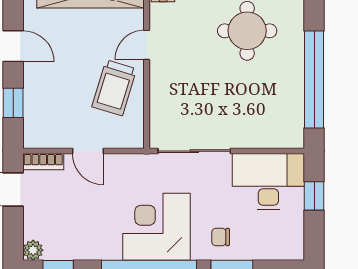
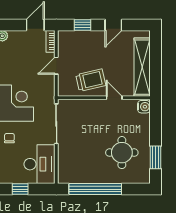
trolley: (114, 88) -> (91, 80), turned 150
window: (314, 196) -> (20, 189), moved

